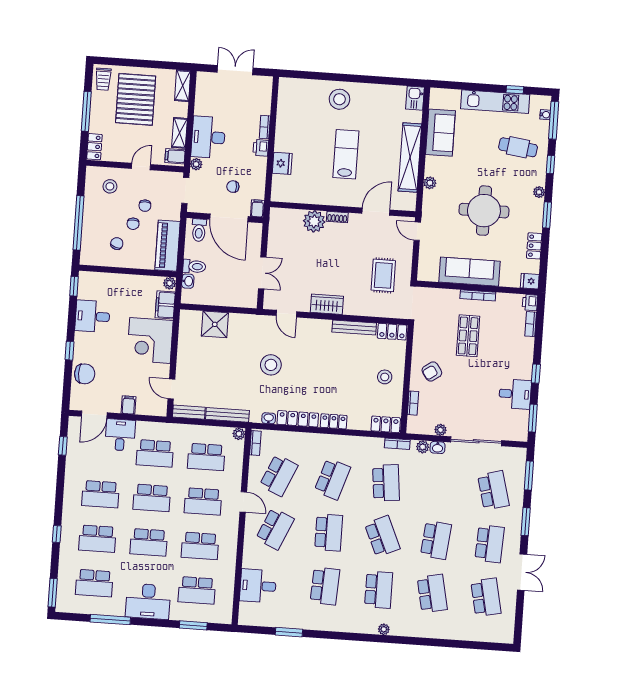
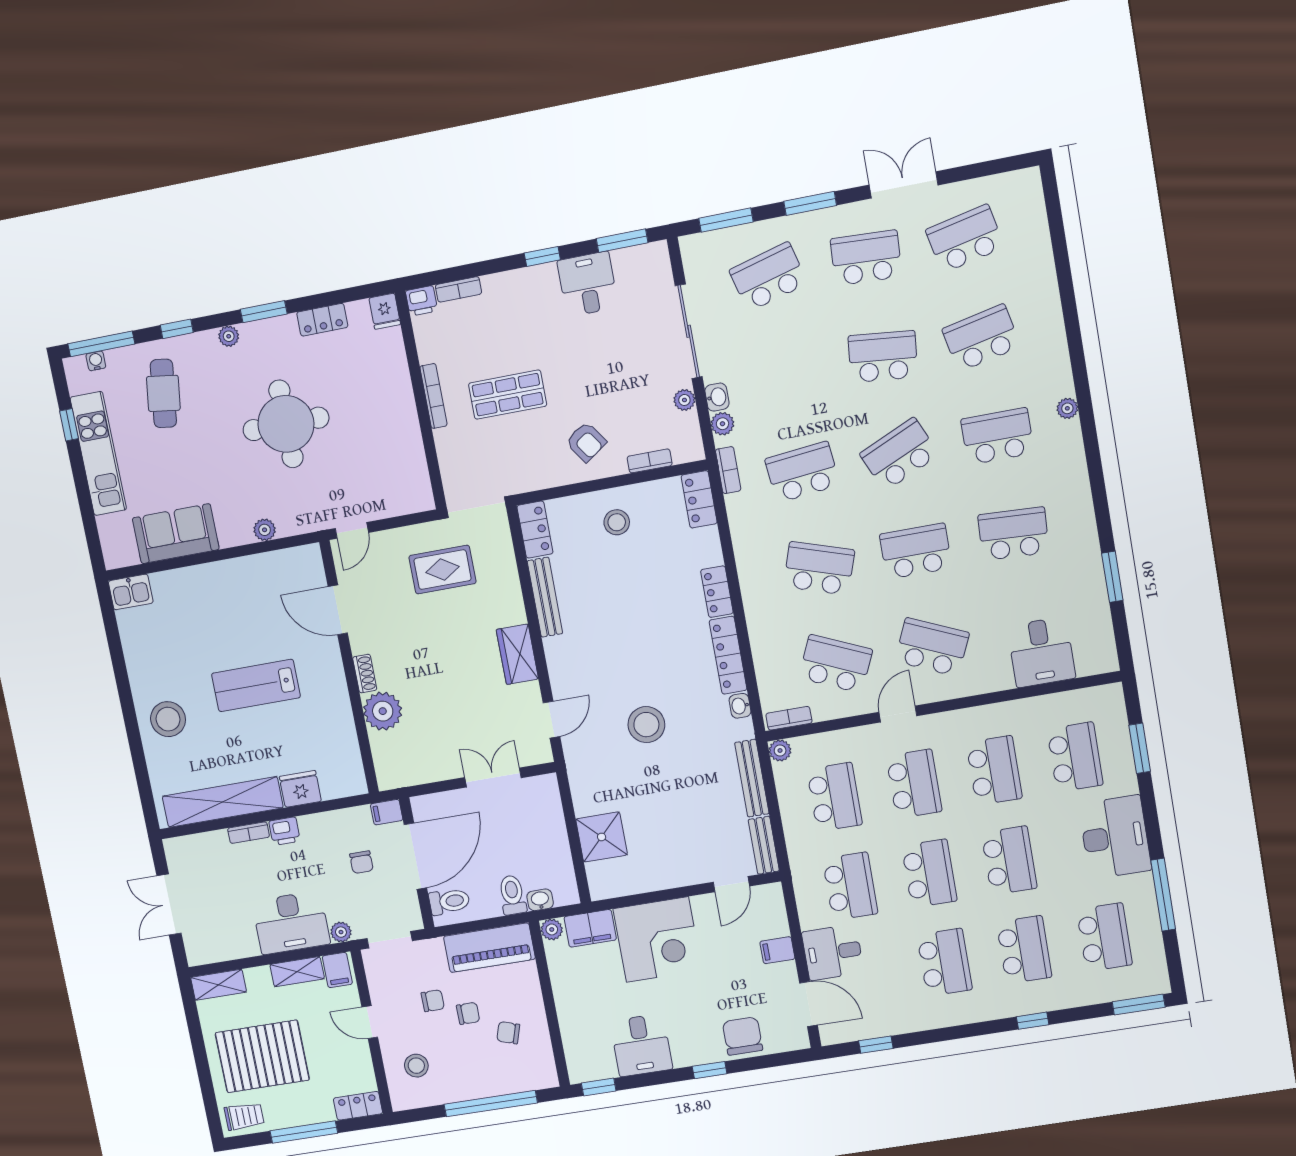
shelving: (410, 158) -> (223, 802), moved
sofa: (470, 272) -> (396, 421), removed

